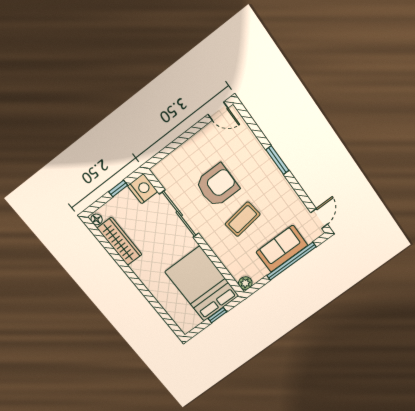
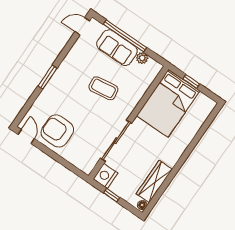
armchair: (217, 185) -> (57, 131), moved
plant: (245, 283) -> (142, 58), moved

